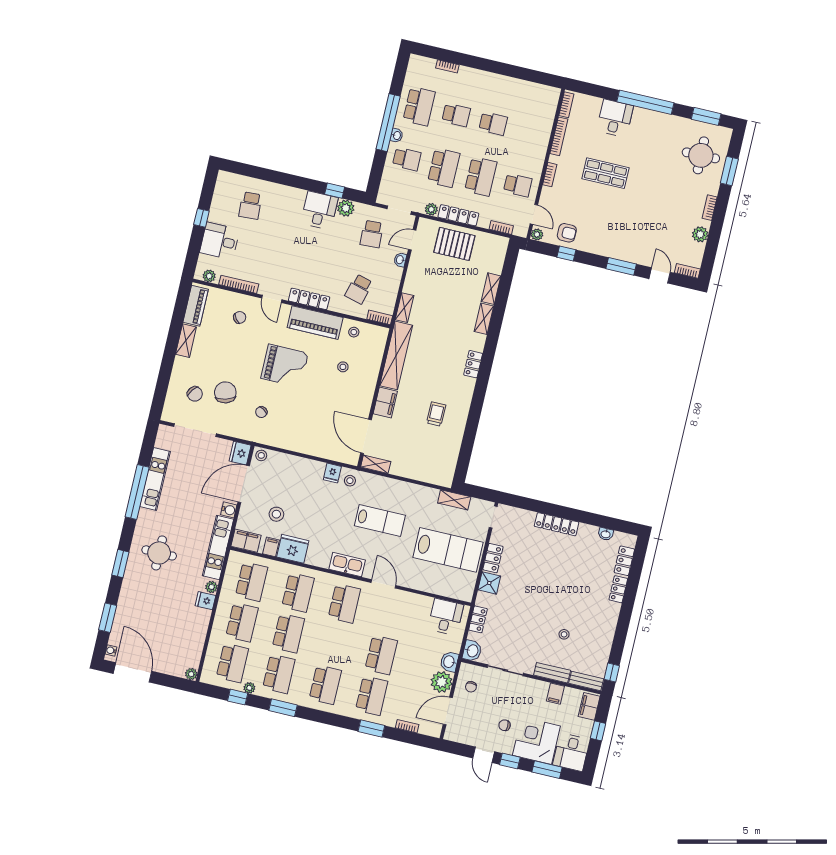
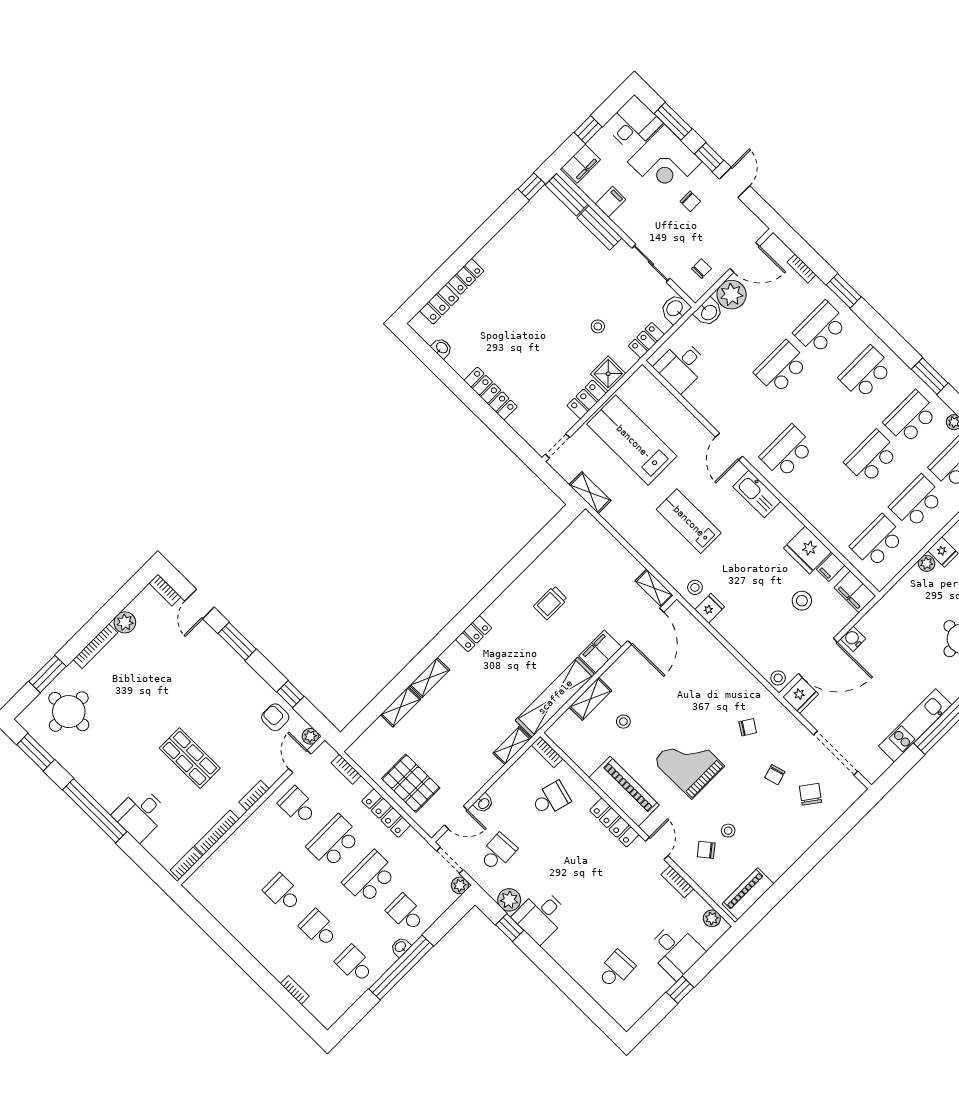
school desk: (419, 106) -> (355, 964), width x0.54
bookcase: (710, 208) -> (95, 646), width x1.56
plant: (431, 209) -> (460, 885), moved
bookcase: (239, 284) -> (677, 882), width x0.64
stool: (354, 332) -> (728, 831), moved
shelving: (186, 341) -> (590, 699), moved
chair: (225, 392) -> (775, 775), width x0.54, depth x0.54
kitchen unit: (218, 548) -> (892, 604), removed
school desk: (298, 592) -> (832, 497), removed
stool: (564, 634) -> (598, 326), moved

